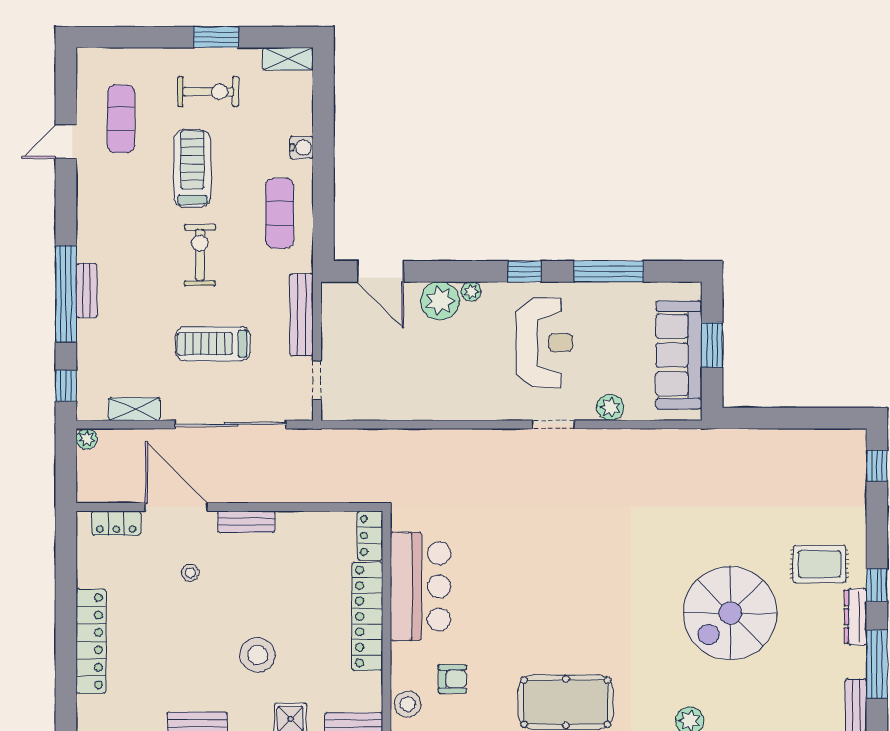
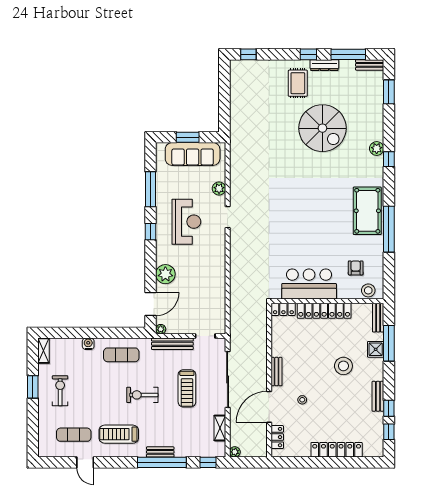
treadmill: (192, 168) -> (119, 434), moved
plant: (471, 291) -> (161, 329), moved
reception desk: (544, 343) -> (186, 222), turned 90

